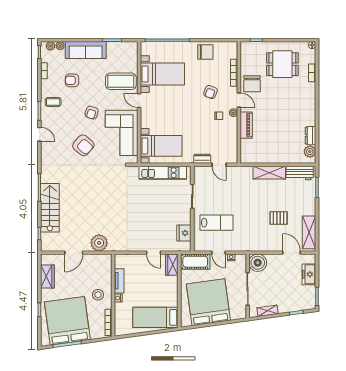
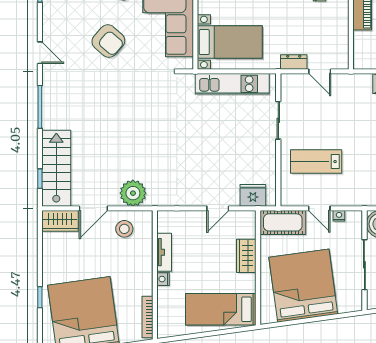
door: (39, 134) -> (40, 53), moved
stairs: (50, 208) -> (56, 168), moved
lab bench: (217, 223) -> (316, 162), turned 180
fridge: (184, 233) -> (253, 195), moved, turned 90
door: (154, 253) -> (218, 208), hinge flipped
wardrobe: (172, 265) -> (246, 256), moved
wardrobe: (47, 277) -> (60, 221), moved, turned 90
stool: (98, 295) -> (124, 229), moved

